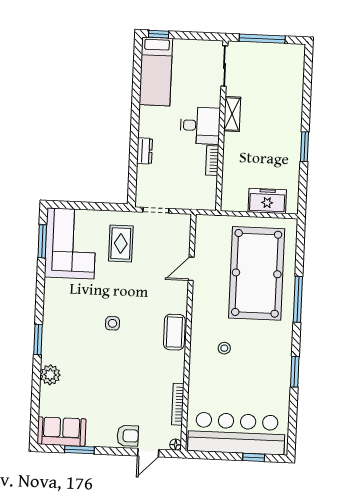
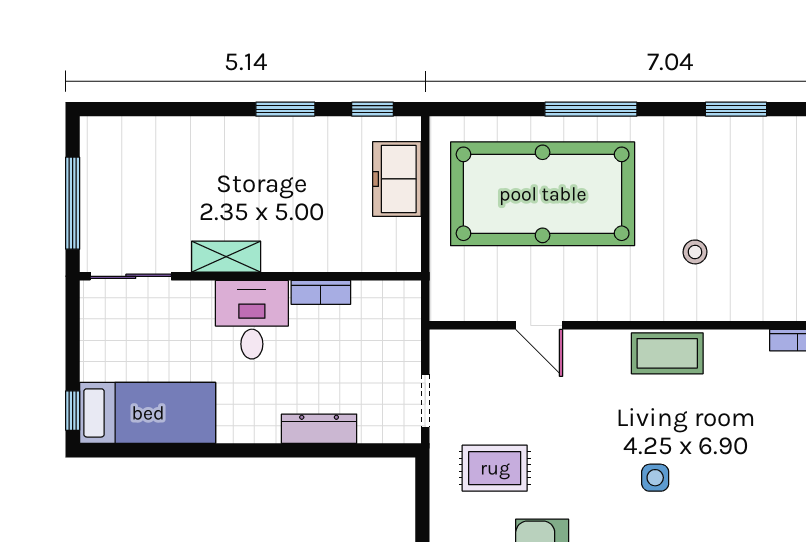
dresser: (145, 151) -> (319, 429), width x1.44
window: (303, 190) -> (373, 109), added

